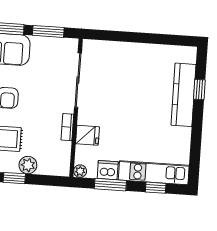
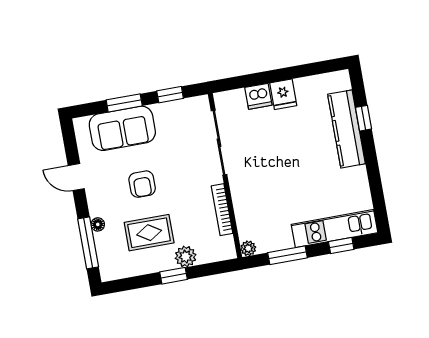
window: (48, 31) -> (170, 95), width x0.67
bookcase: (67, 127) -> (222, 210), width x1.56
fridge: (87, 135) -> (283, 94), moved, turned 90
dishwasher: (108, 170) -> (258, 96), moved, turned 180

